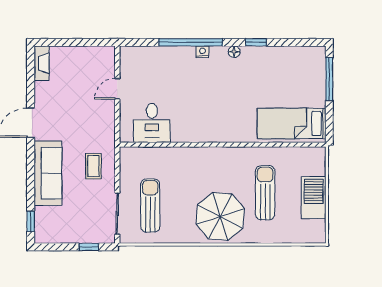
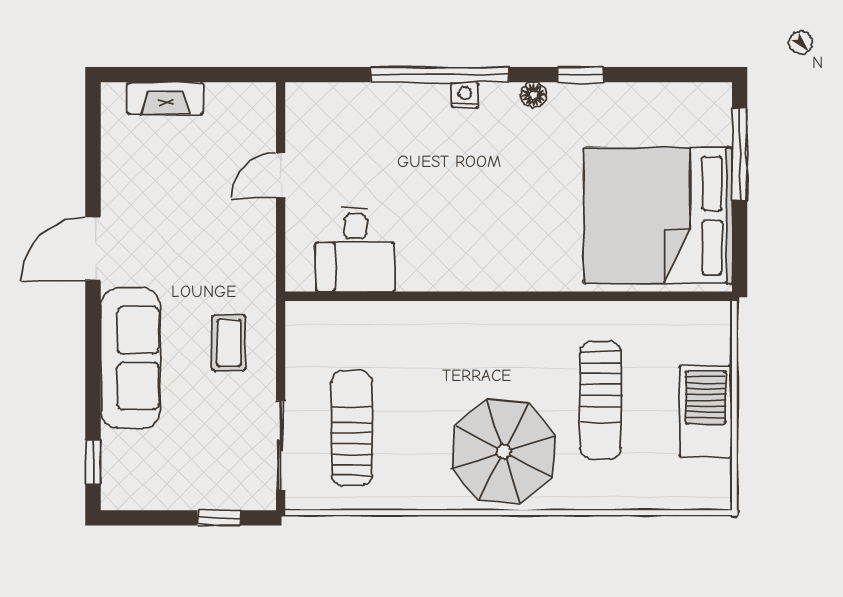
fireplace: (42, 63) -> (165, 98), moved, turned 90
bed: (292, 123) -> (658, 216), width x2.04
sun lounger: (265, 193) -> (601, 400), turned 180

